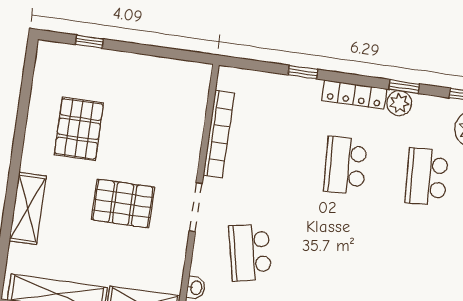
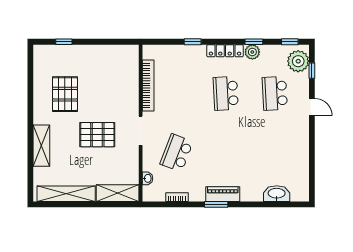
school desk: (250, 252) -> (177, 153), turned 33

